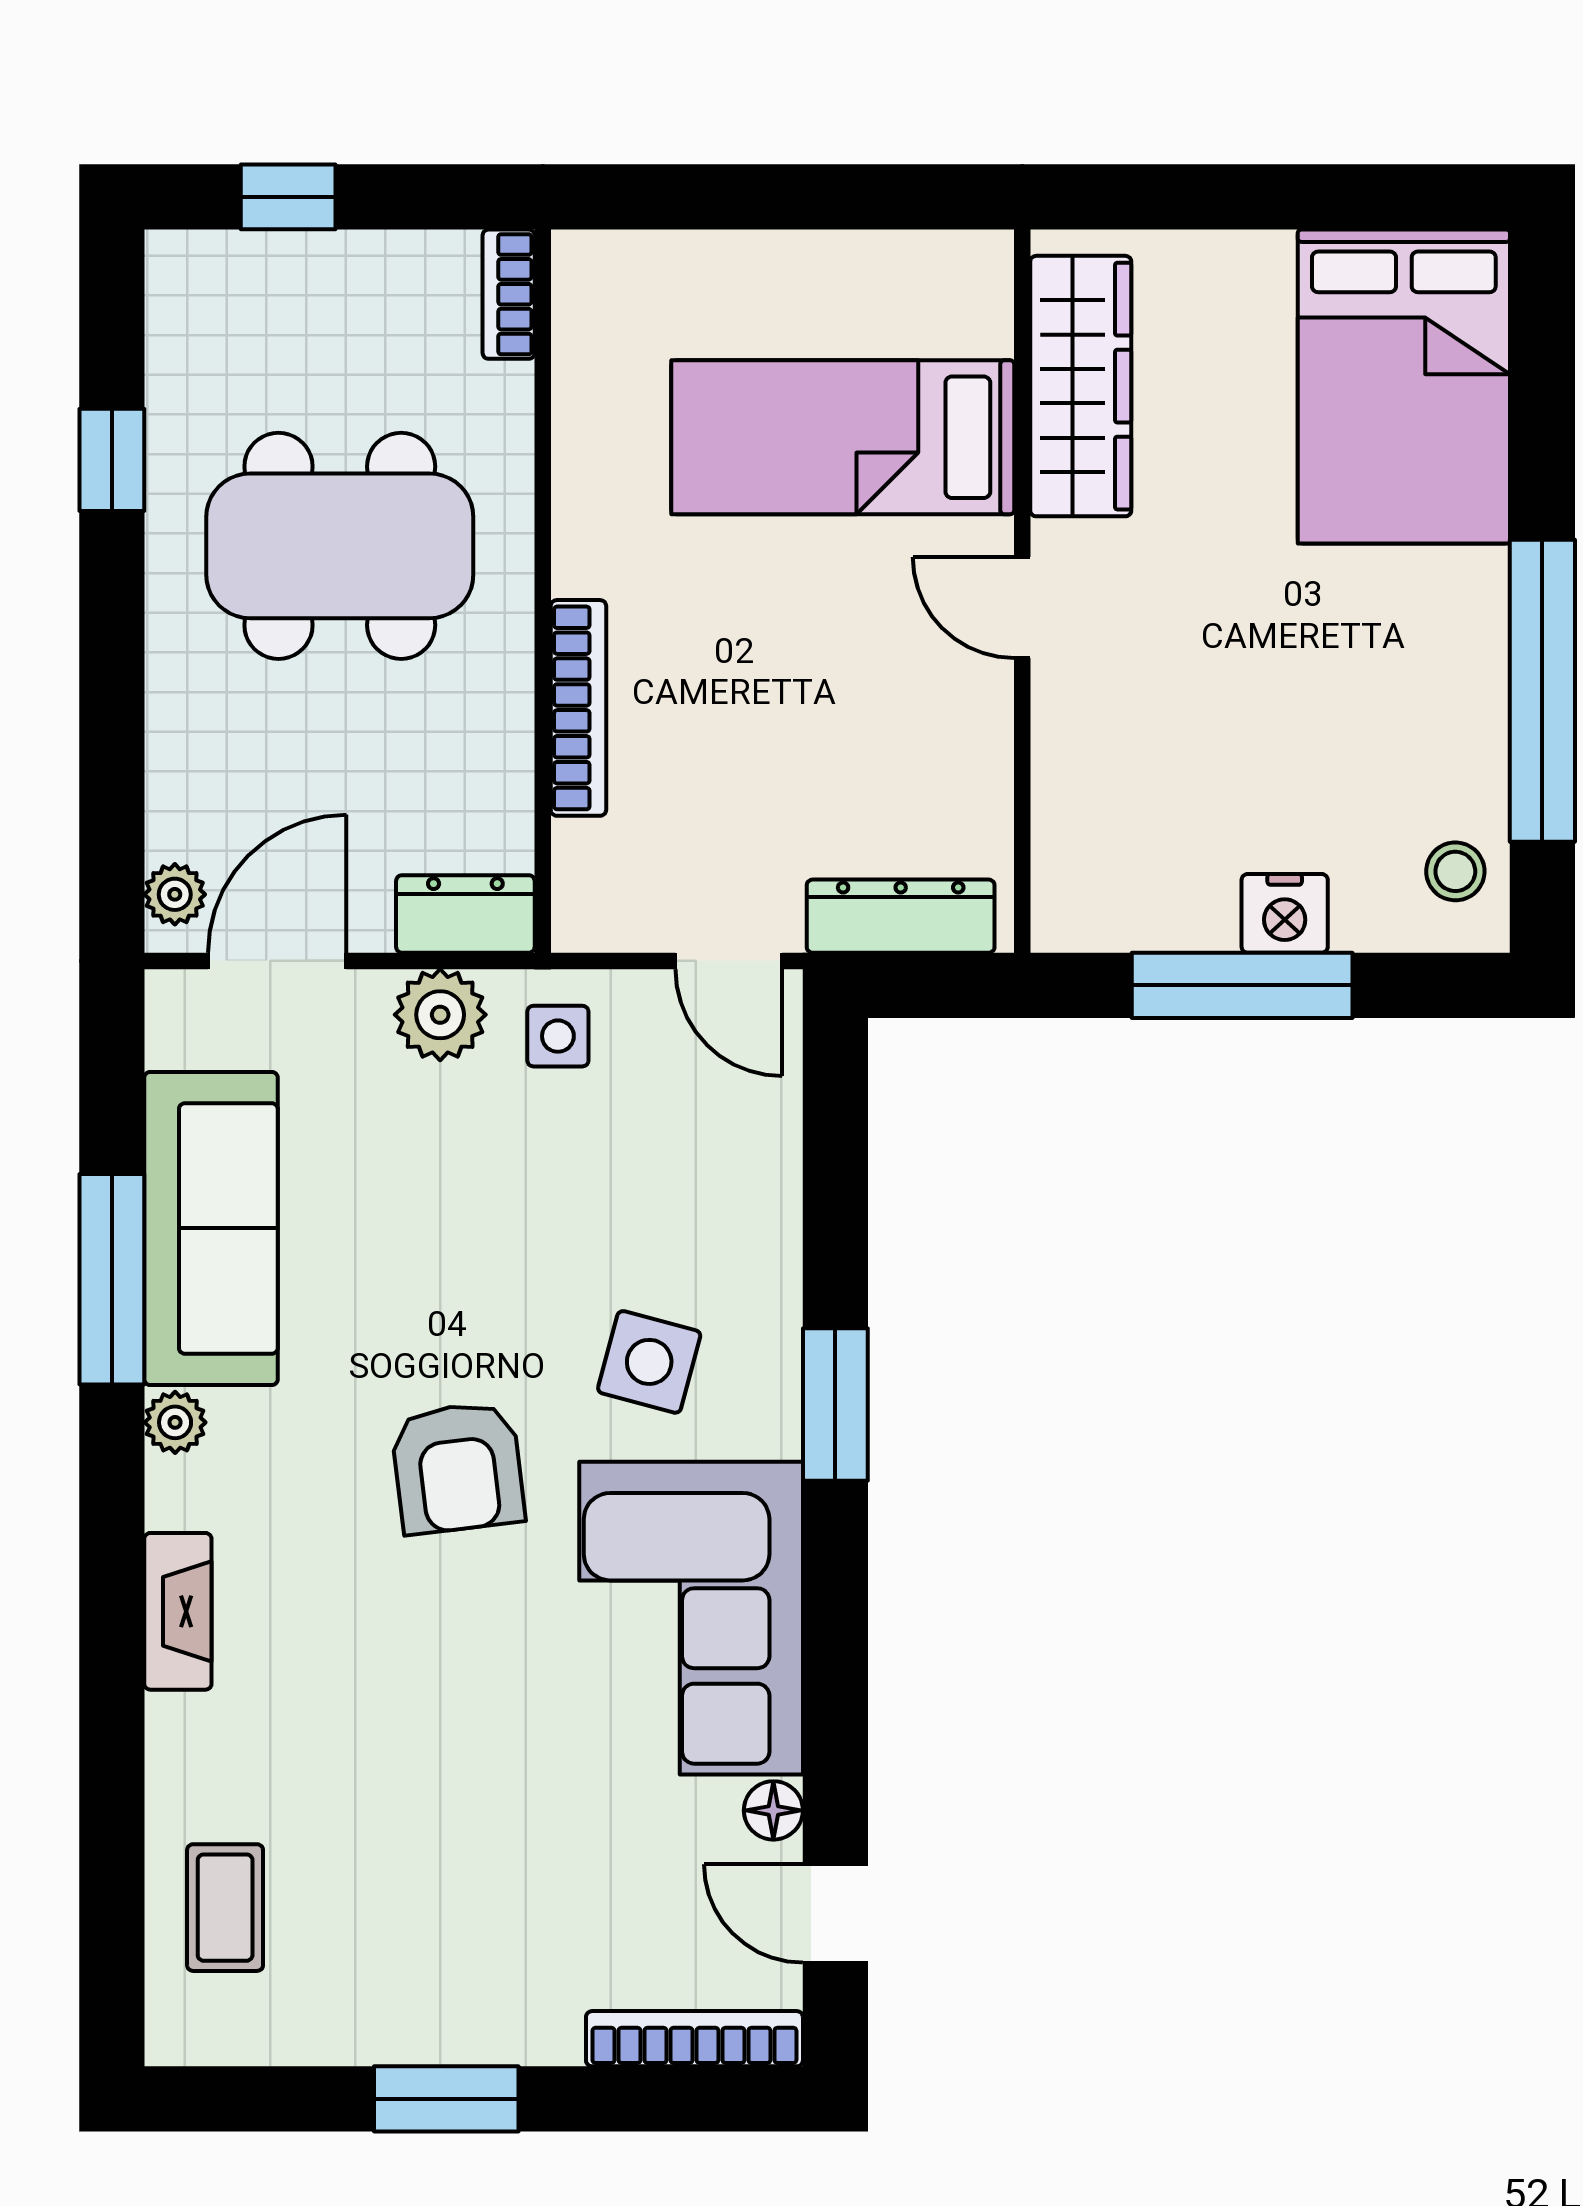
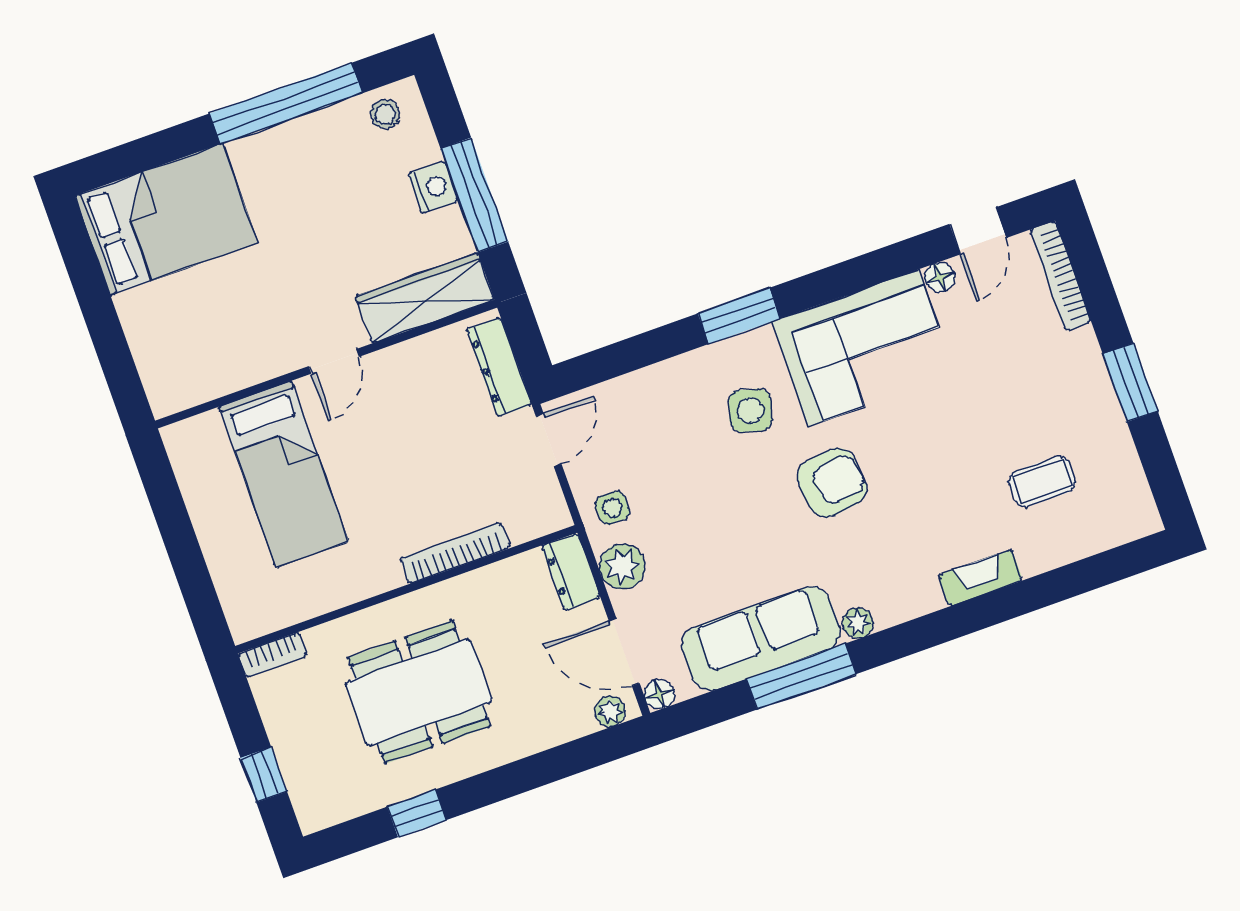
wardrobe: (1081, 386) -> (425, 298), moved
dining table: (340, 546) -> (419, 692), turned 90
floor lamp: (174, 999) -> (659, 694), added
fireplace: (178, 1611) -> (980, 578), moved
coffee table: (225, 1908) -> (1042, 482), moved

